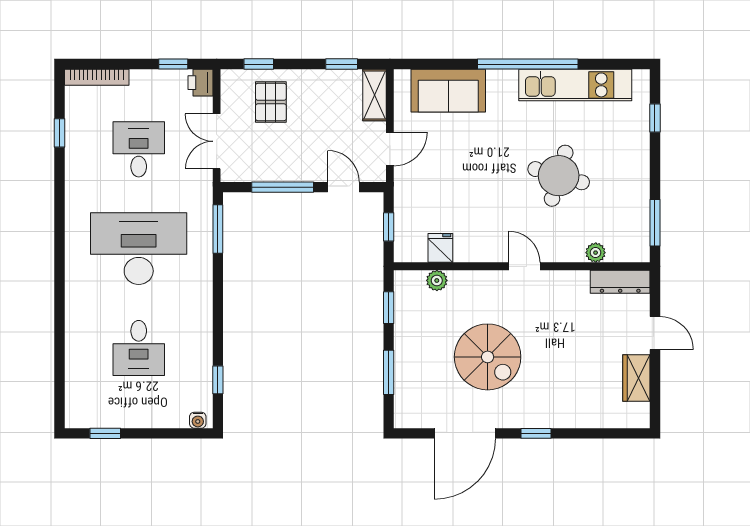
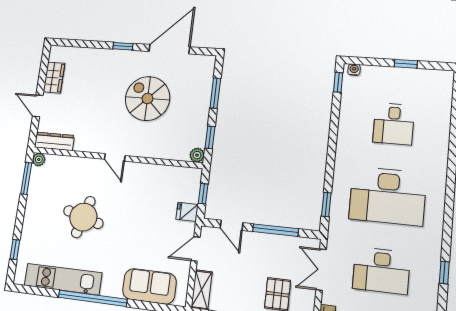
window: (60, 133) -> (444, 272), moved
double door: (217, 141) -> (321, 270), swing flipped
desk: (139, 149) -> (381, 271), width x1.37
window: (218, 229) -> (326, 205), width x0.67
fridge: (440, 248) -> (187, 212), moved, turned 90
plant: (596, 253) -> (39, 159), moved
plant: (437, 280) -> (197, 155), moved
desk: (139, 348) -> (394, 124), turned 180
window: (218, 380) -> (338, 82), moved
window: (105, 433) -> (406, 64), moved

